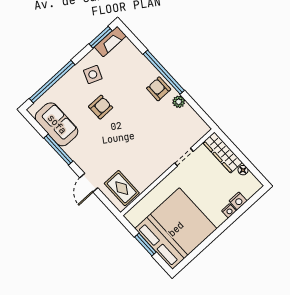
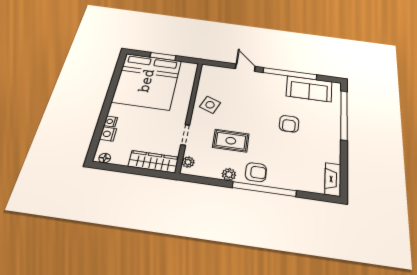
window: (101, 37) -> (344, 176), removed
side table: (93, 74) -> (210, 105), moved
plant: (199, 133) -> (188, 162), added
window: (58, 150) -> (290, 74), width x1.46
floor lamp: (243, 170) -> (105, 158), moved
rug: (122, 188) -> (231, 141), moved

